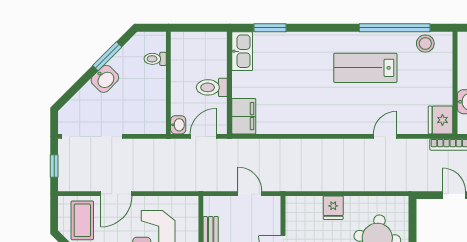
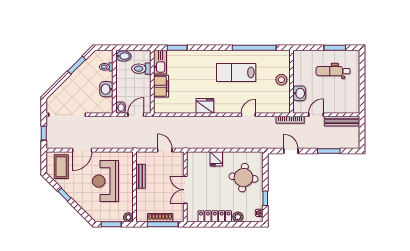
bidet: (183, 41) -> (123, 56), added
stool: (425, 44) -> (281, 80), moved
washbasin: (105, 79) -> (106, 89), moved, turned 135
toilet: (212, 87) -> (141, 69), moved
filing cabinet: (244, 116) -> (161, 86), moved
fridge: (441, 120) -> (205, 106), moved, turned 90

